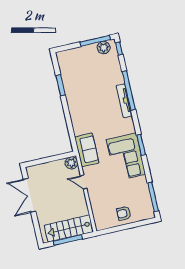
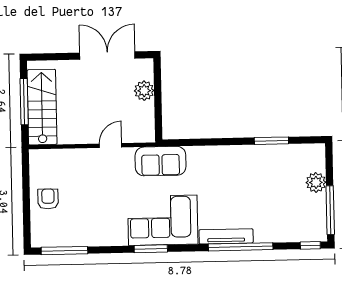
plant: (104, 48) -> (316, 182), moved
corner sofa: (126, 157) -> (163, 220), moved
plant: (71, 163) -> (144, 91), moved

